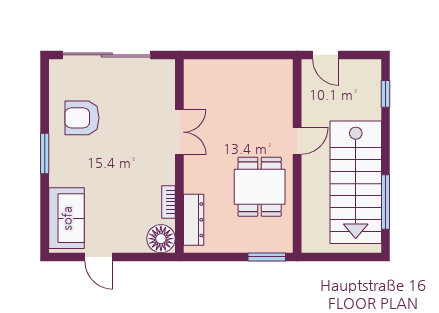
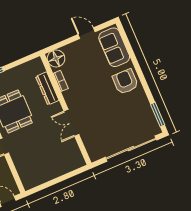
armchair: (82, 118) -> (125, 82), moved, turned -90
window: (45, 154) -> (158, 115), moved
dresser: (194, 220) -> (47, 88), moved

